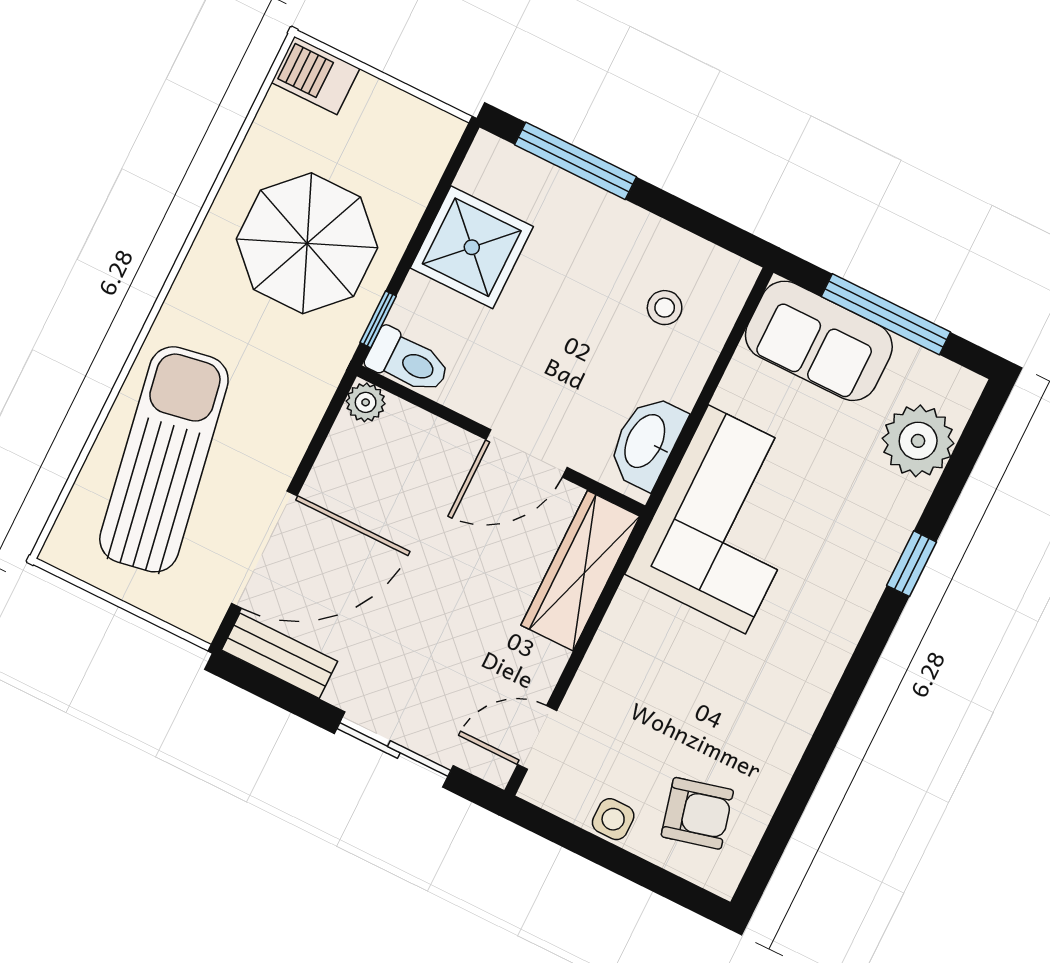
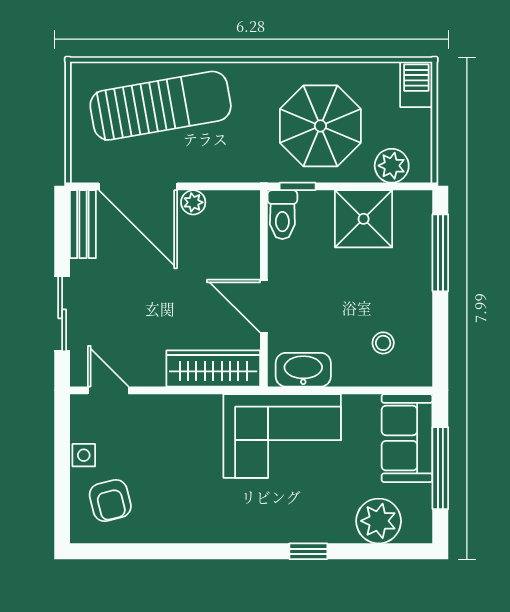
plant: (415, 169) -> (392, 166), added
plant: (366, 402) -> (193, 202), moved

